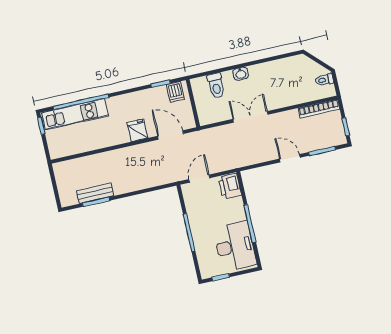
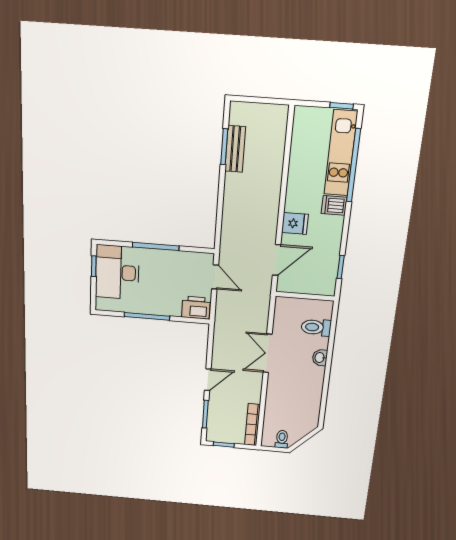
dishwasher: (175, 92) -> (334, 205), moved
double door: (251, 117) -> (268, 353), swing flipped
desk: (235, 246) -> (117, 272), moved, turned 90

